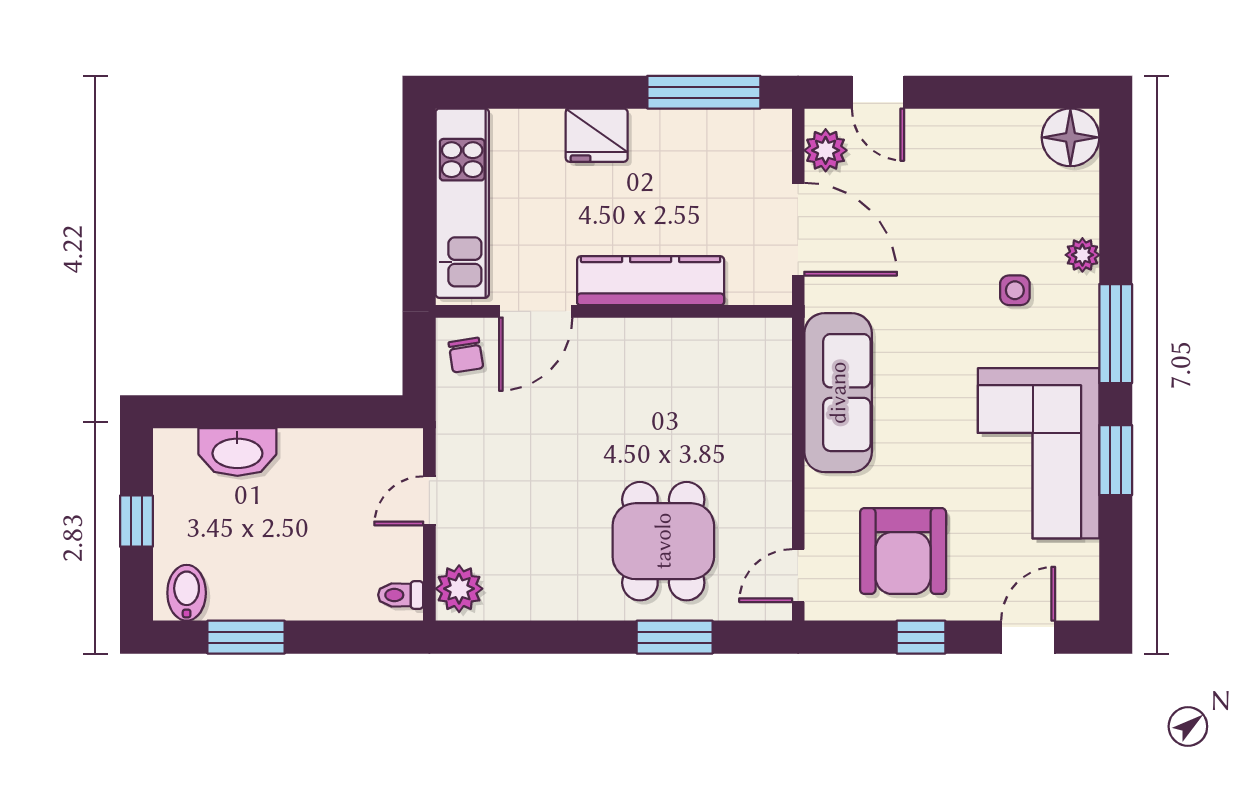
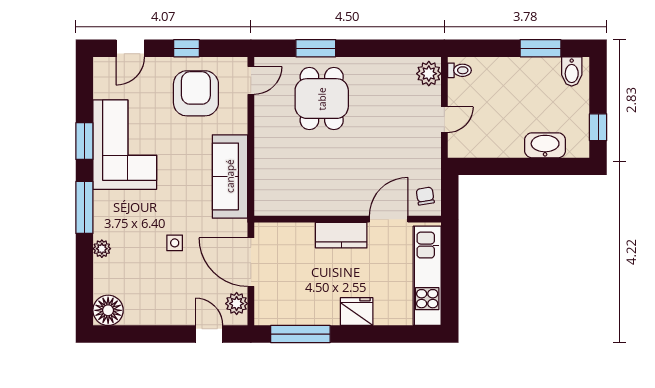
kitchen counter: (651, 281) -> (341, 235), width x0.67
side table: (1015, 290) -> (175, 243), moved
window: (136, 521) -> (598, 127), moved

